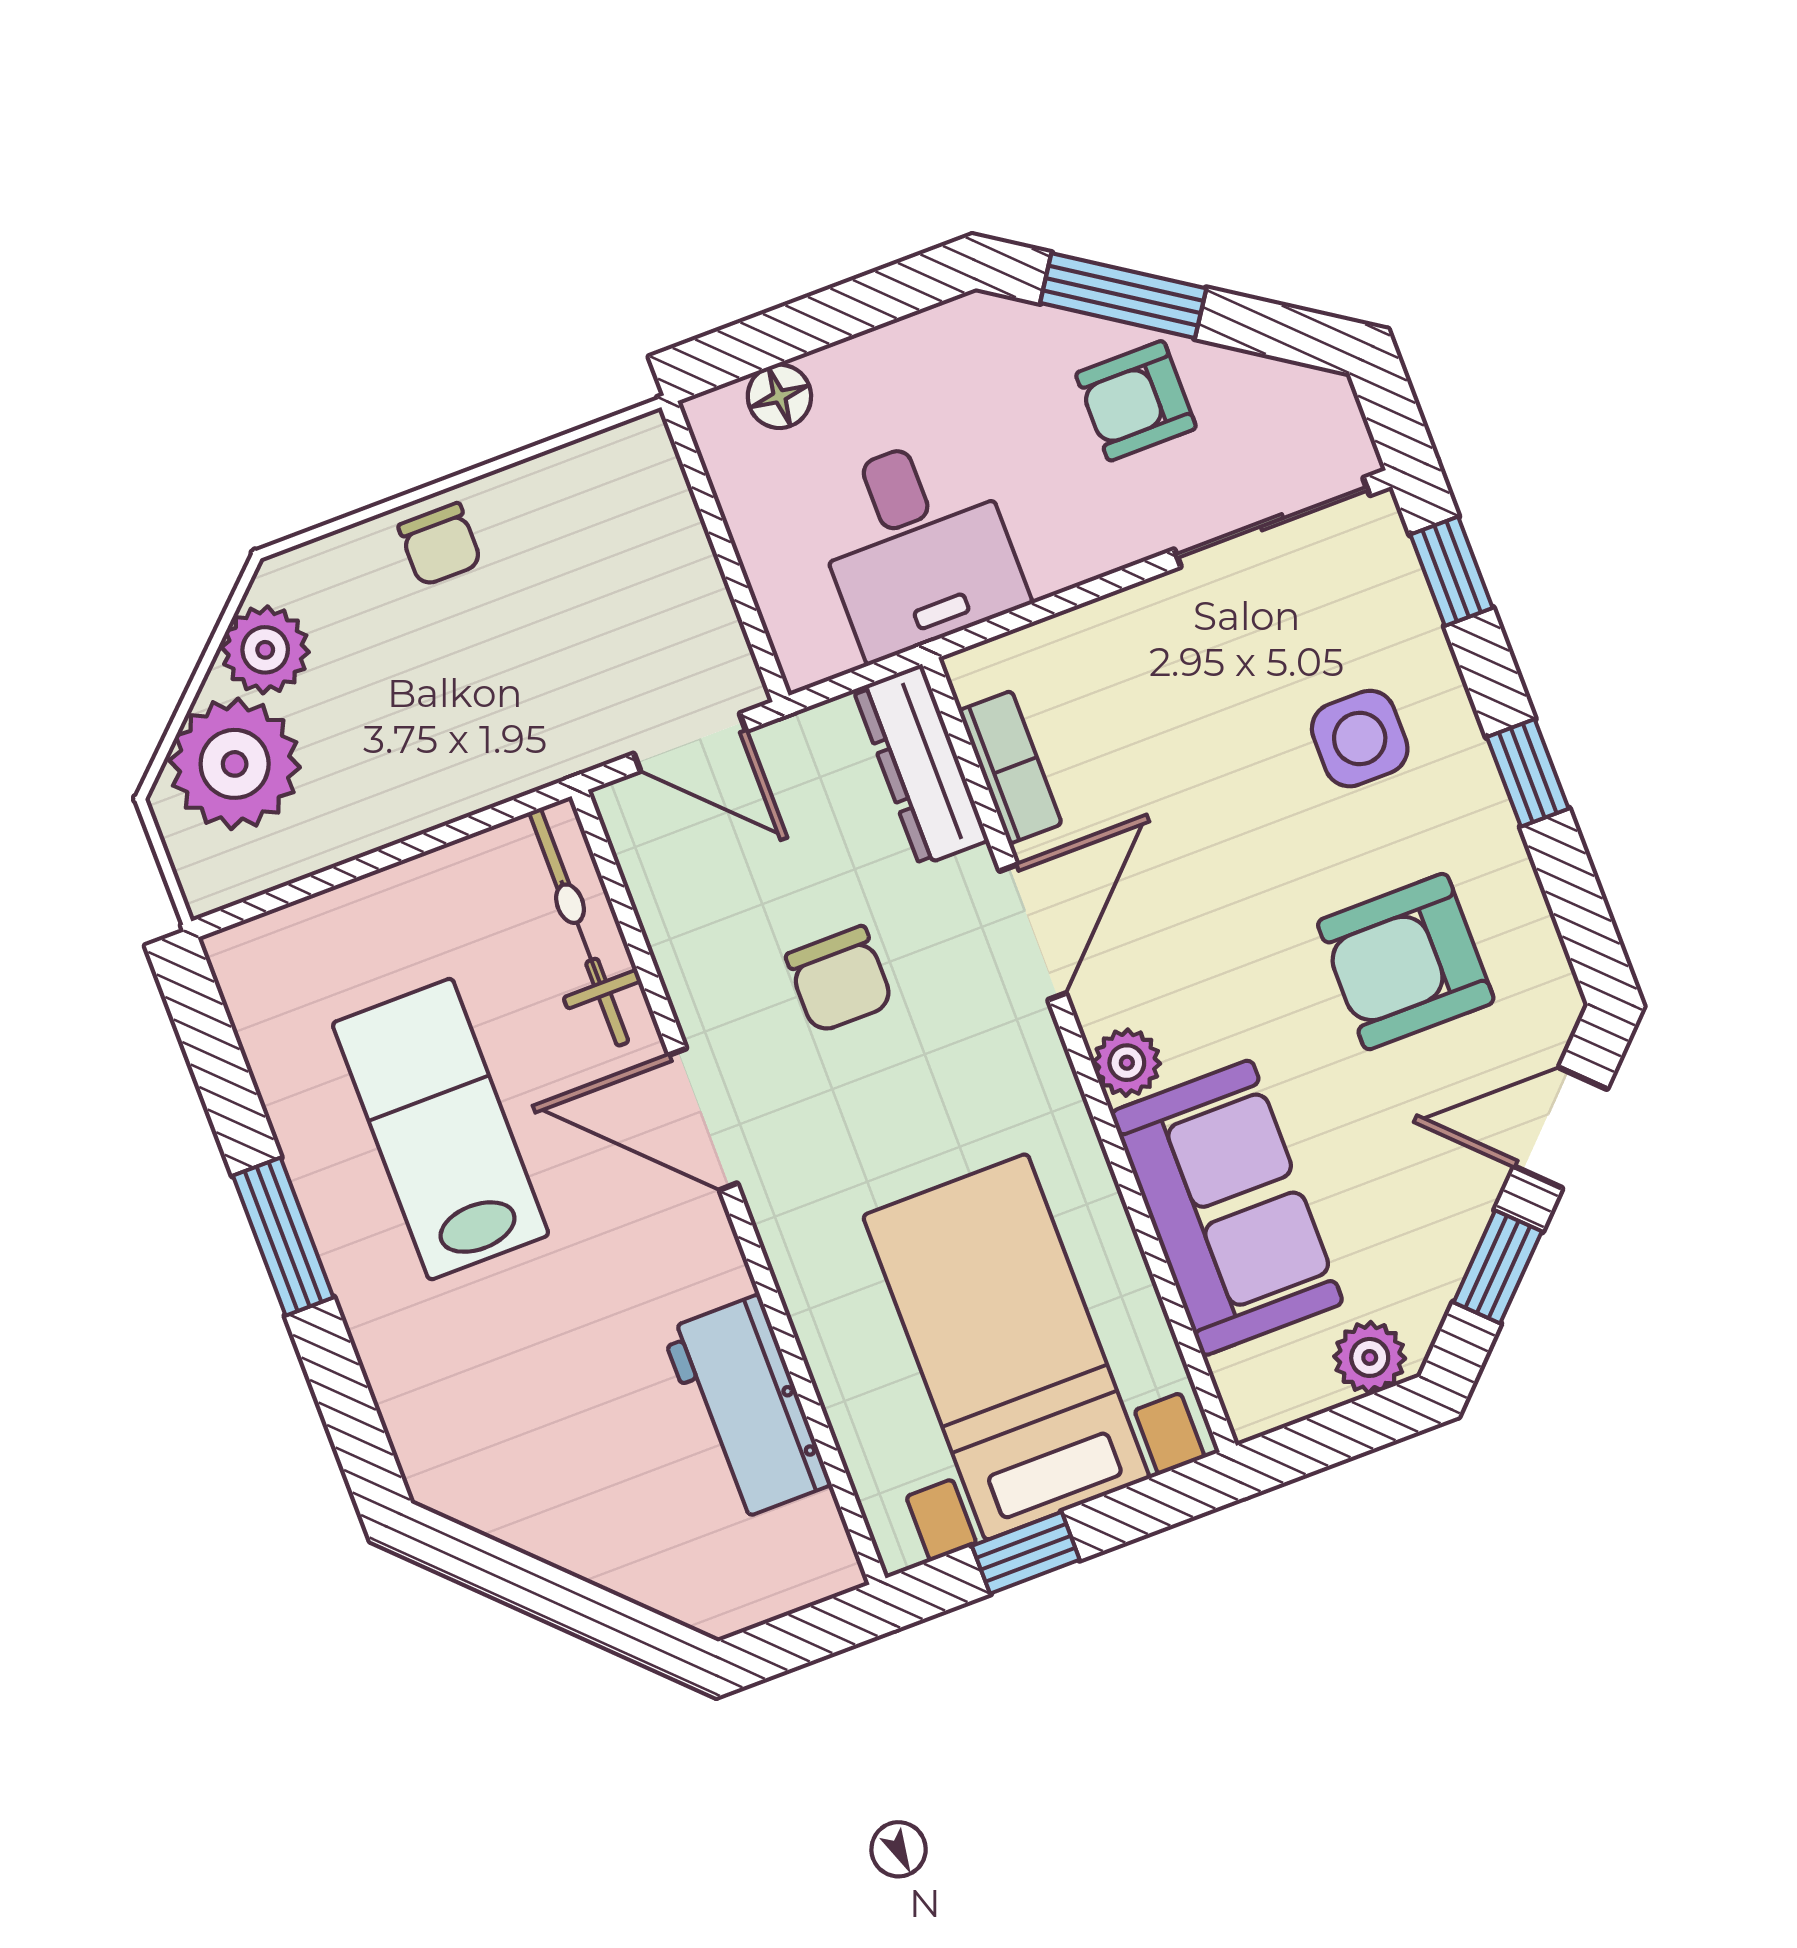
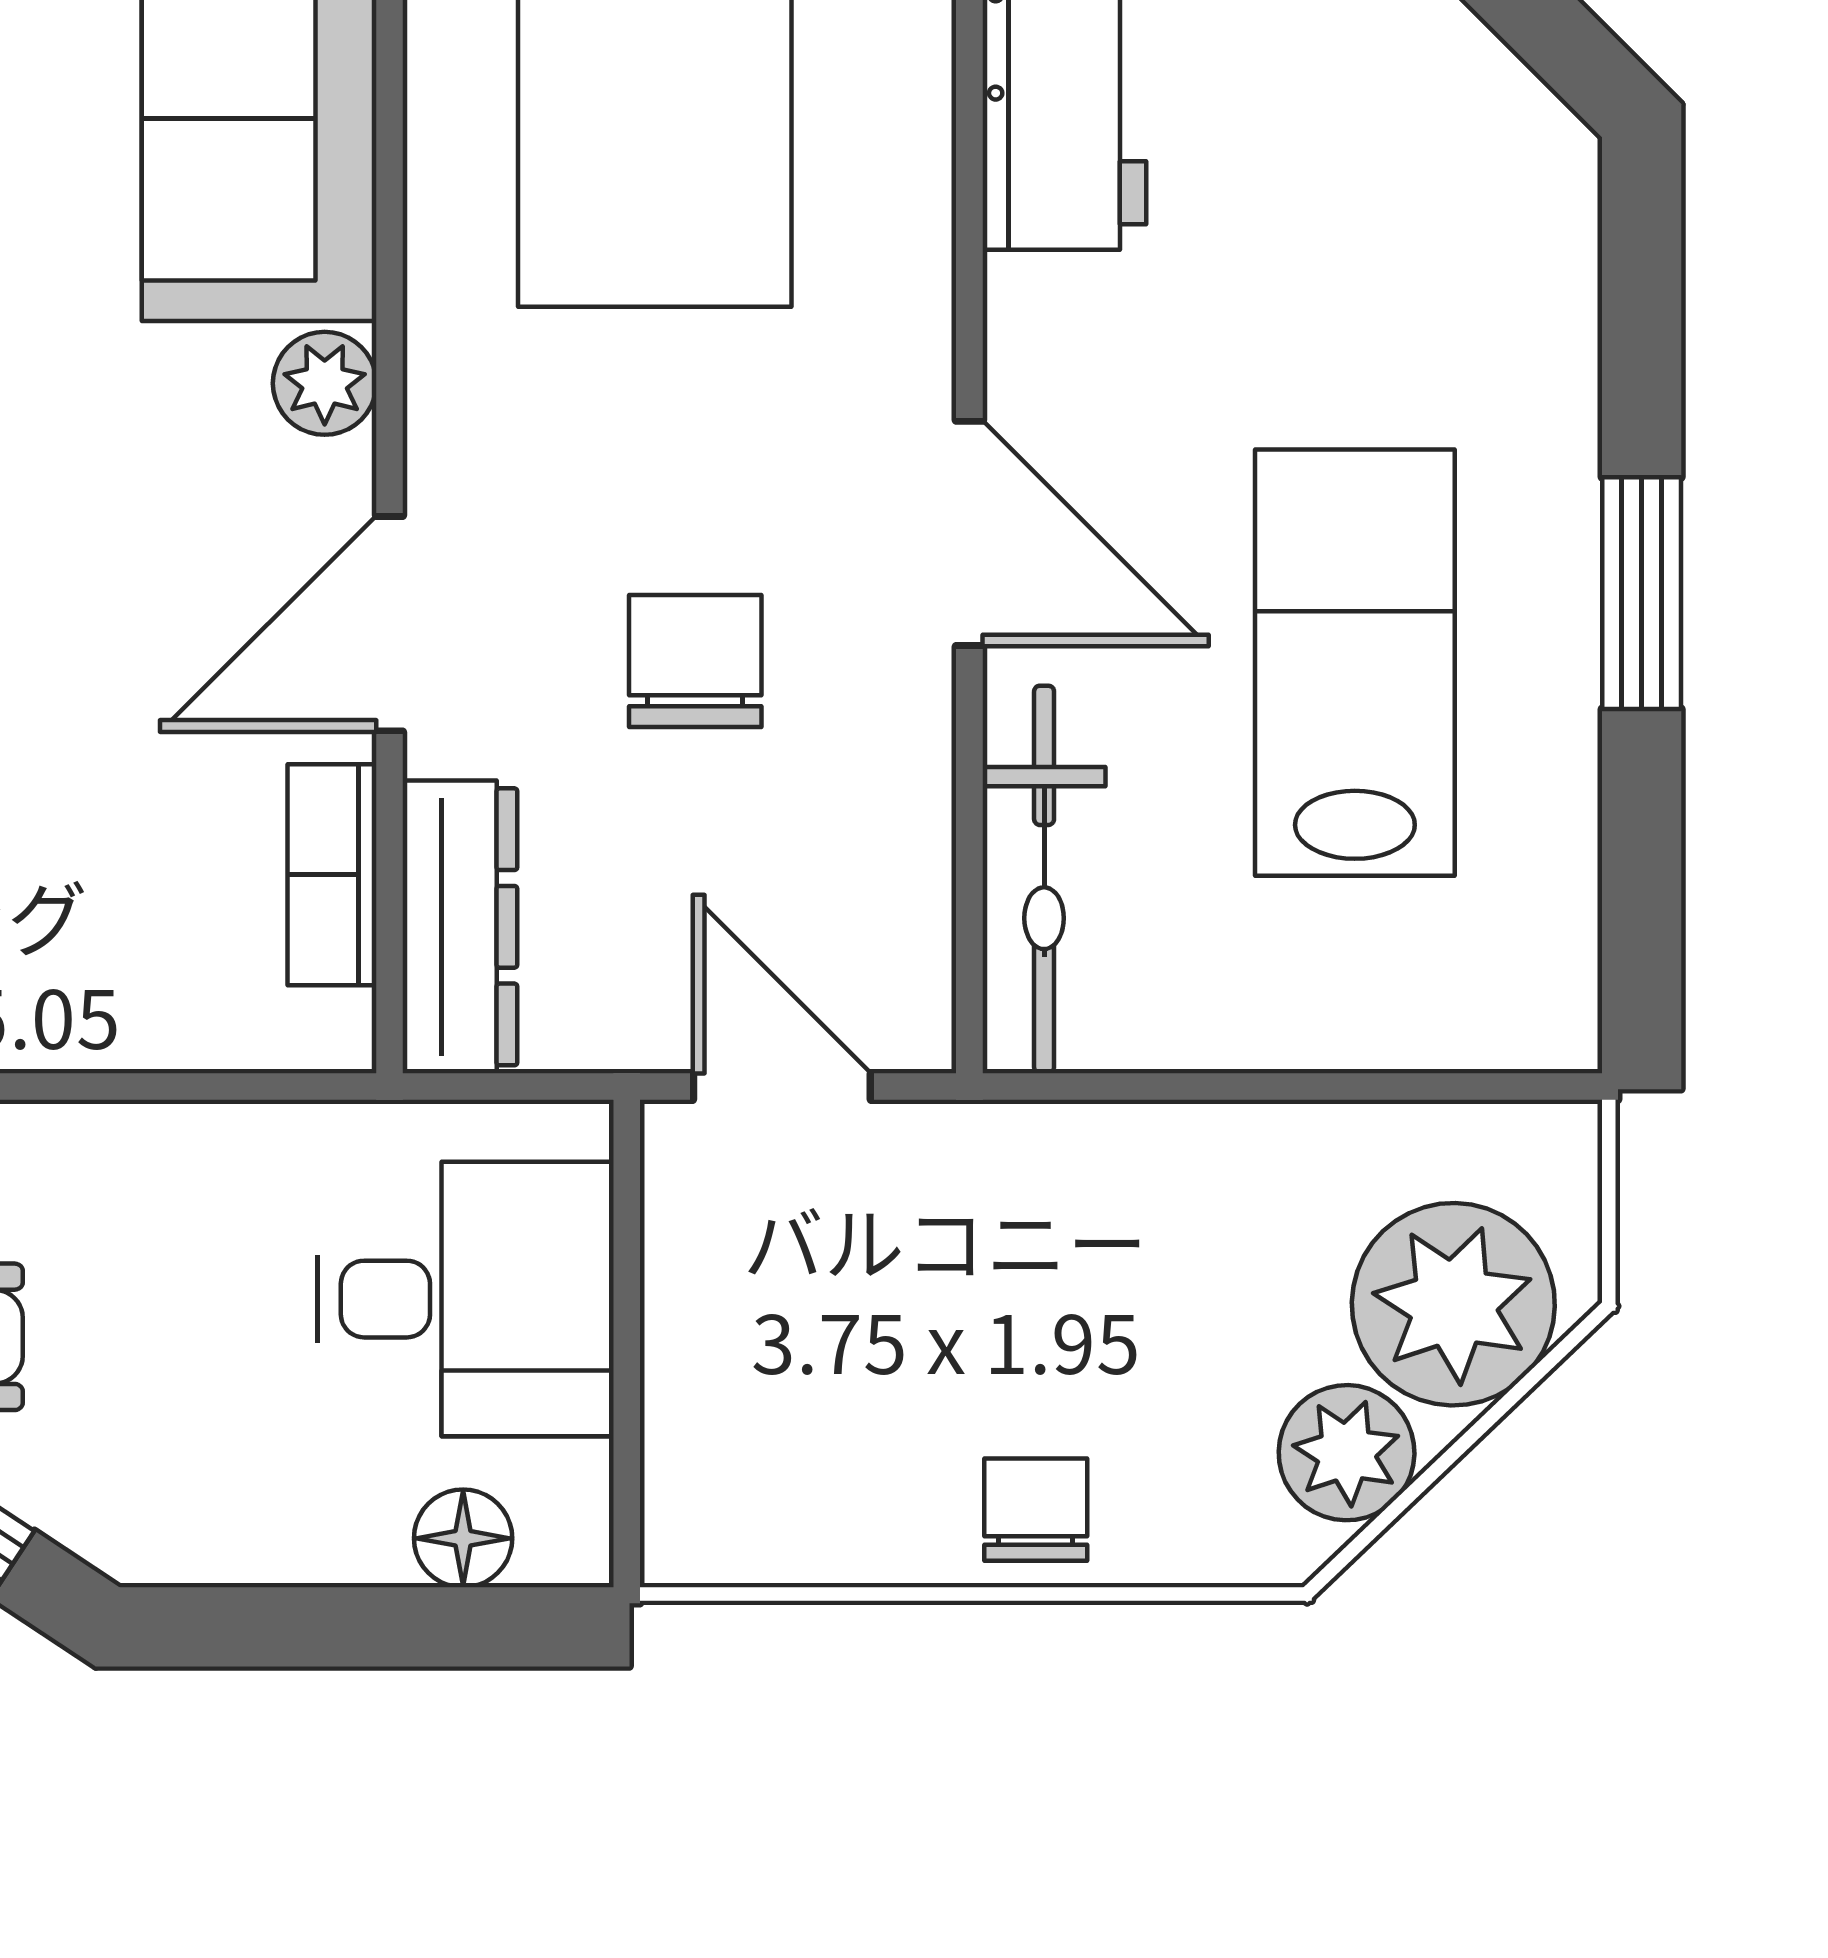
desk: (917, 545) -> (465, 1299), moved, turned 90
lab bench: (441, 1129) -> (1355, 663), turned 180

